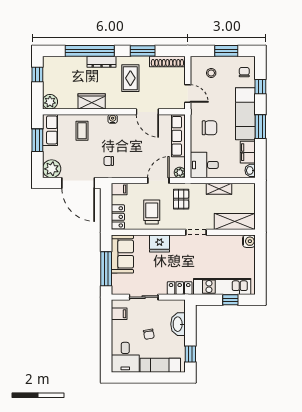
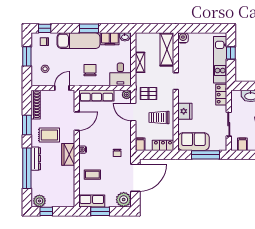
window: (260, 87) -> (45, 28), moved
wardrobe: (92, 101) -> (68, 154), moved
plant: (50, 102) -> (39, 201), moved

